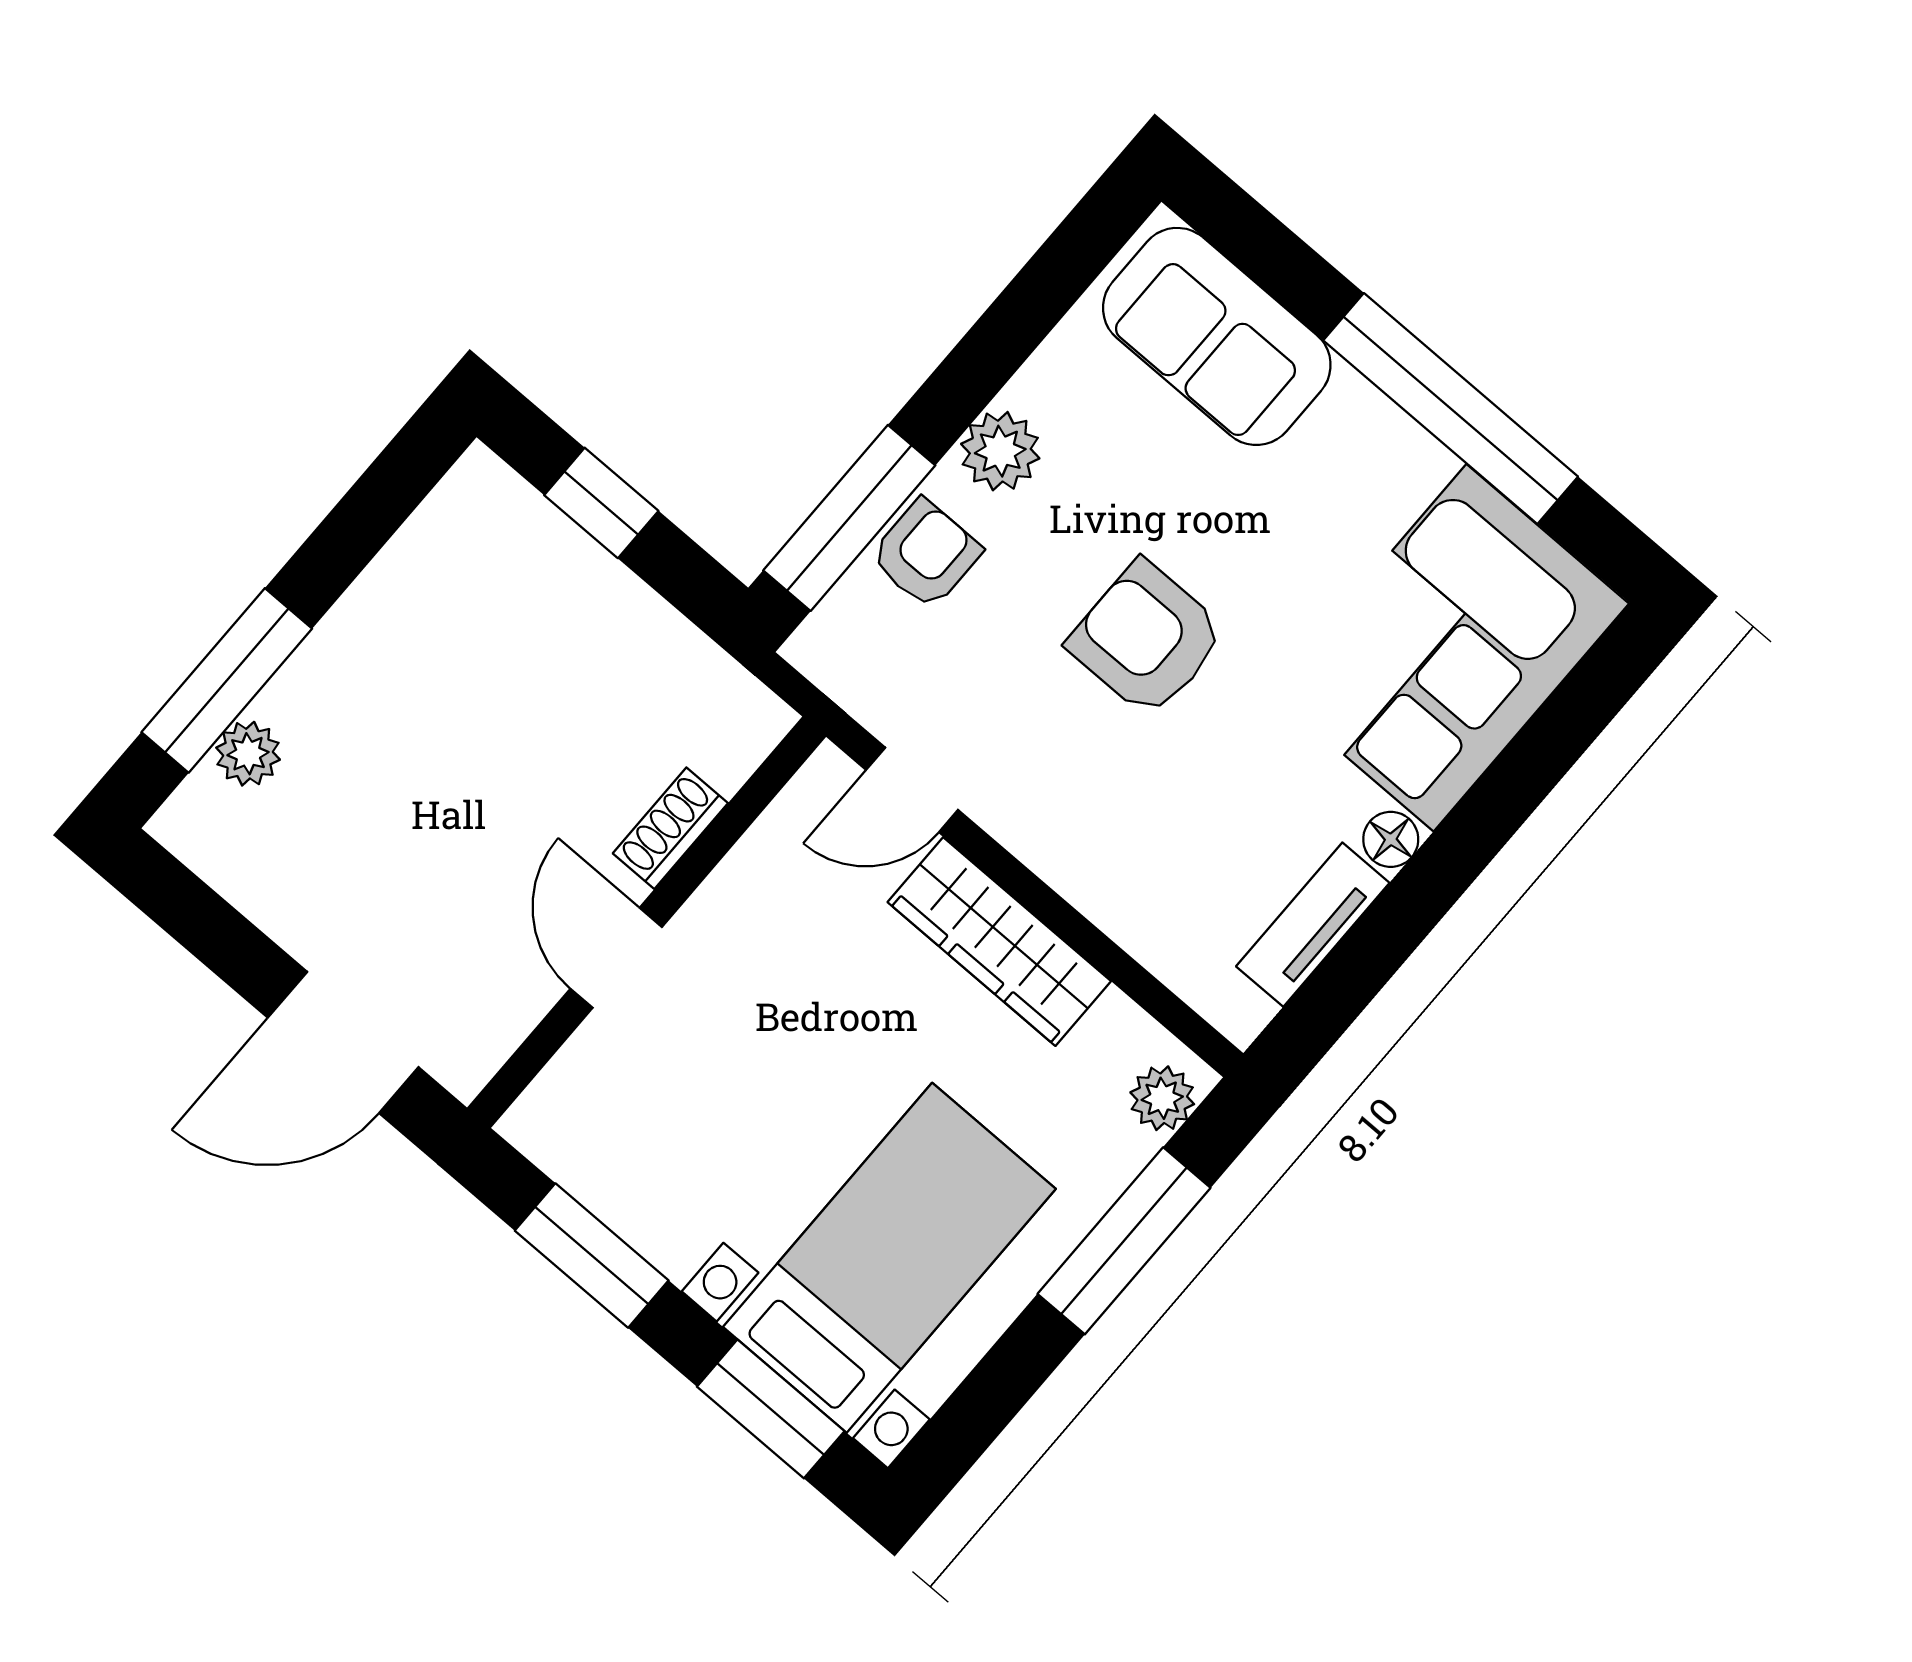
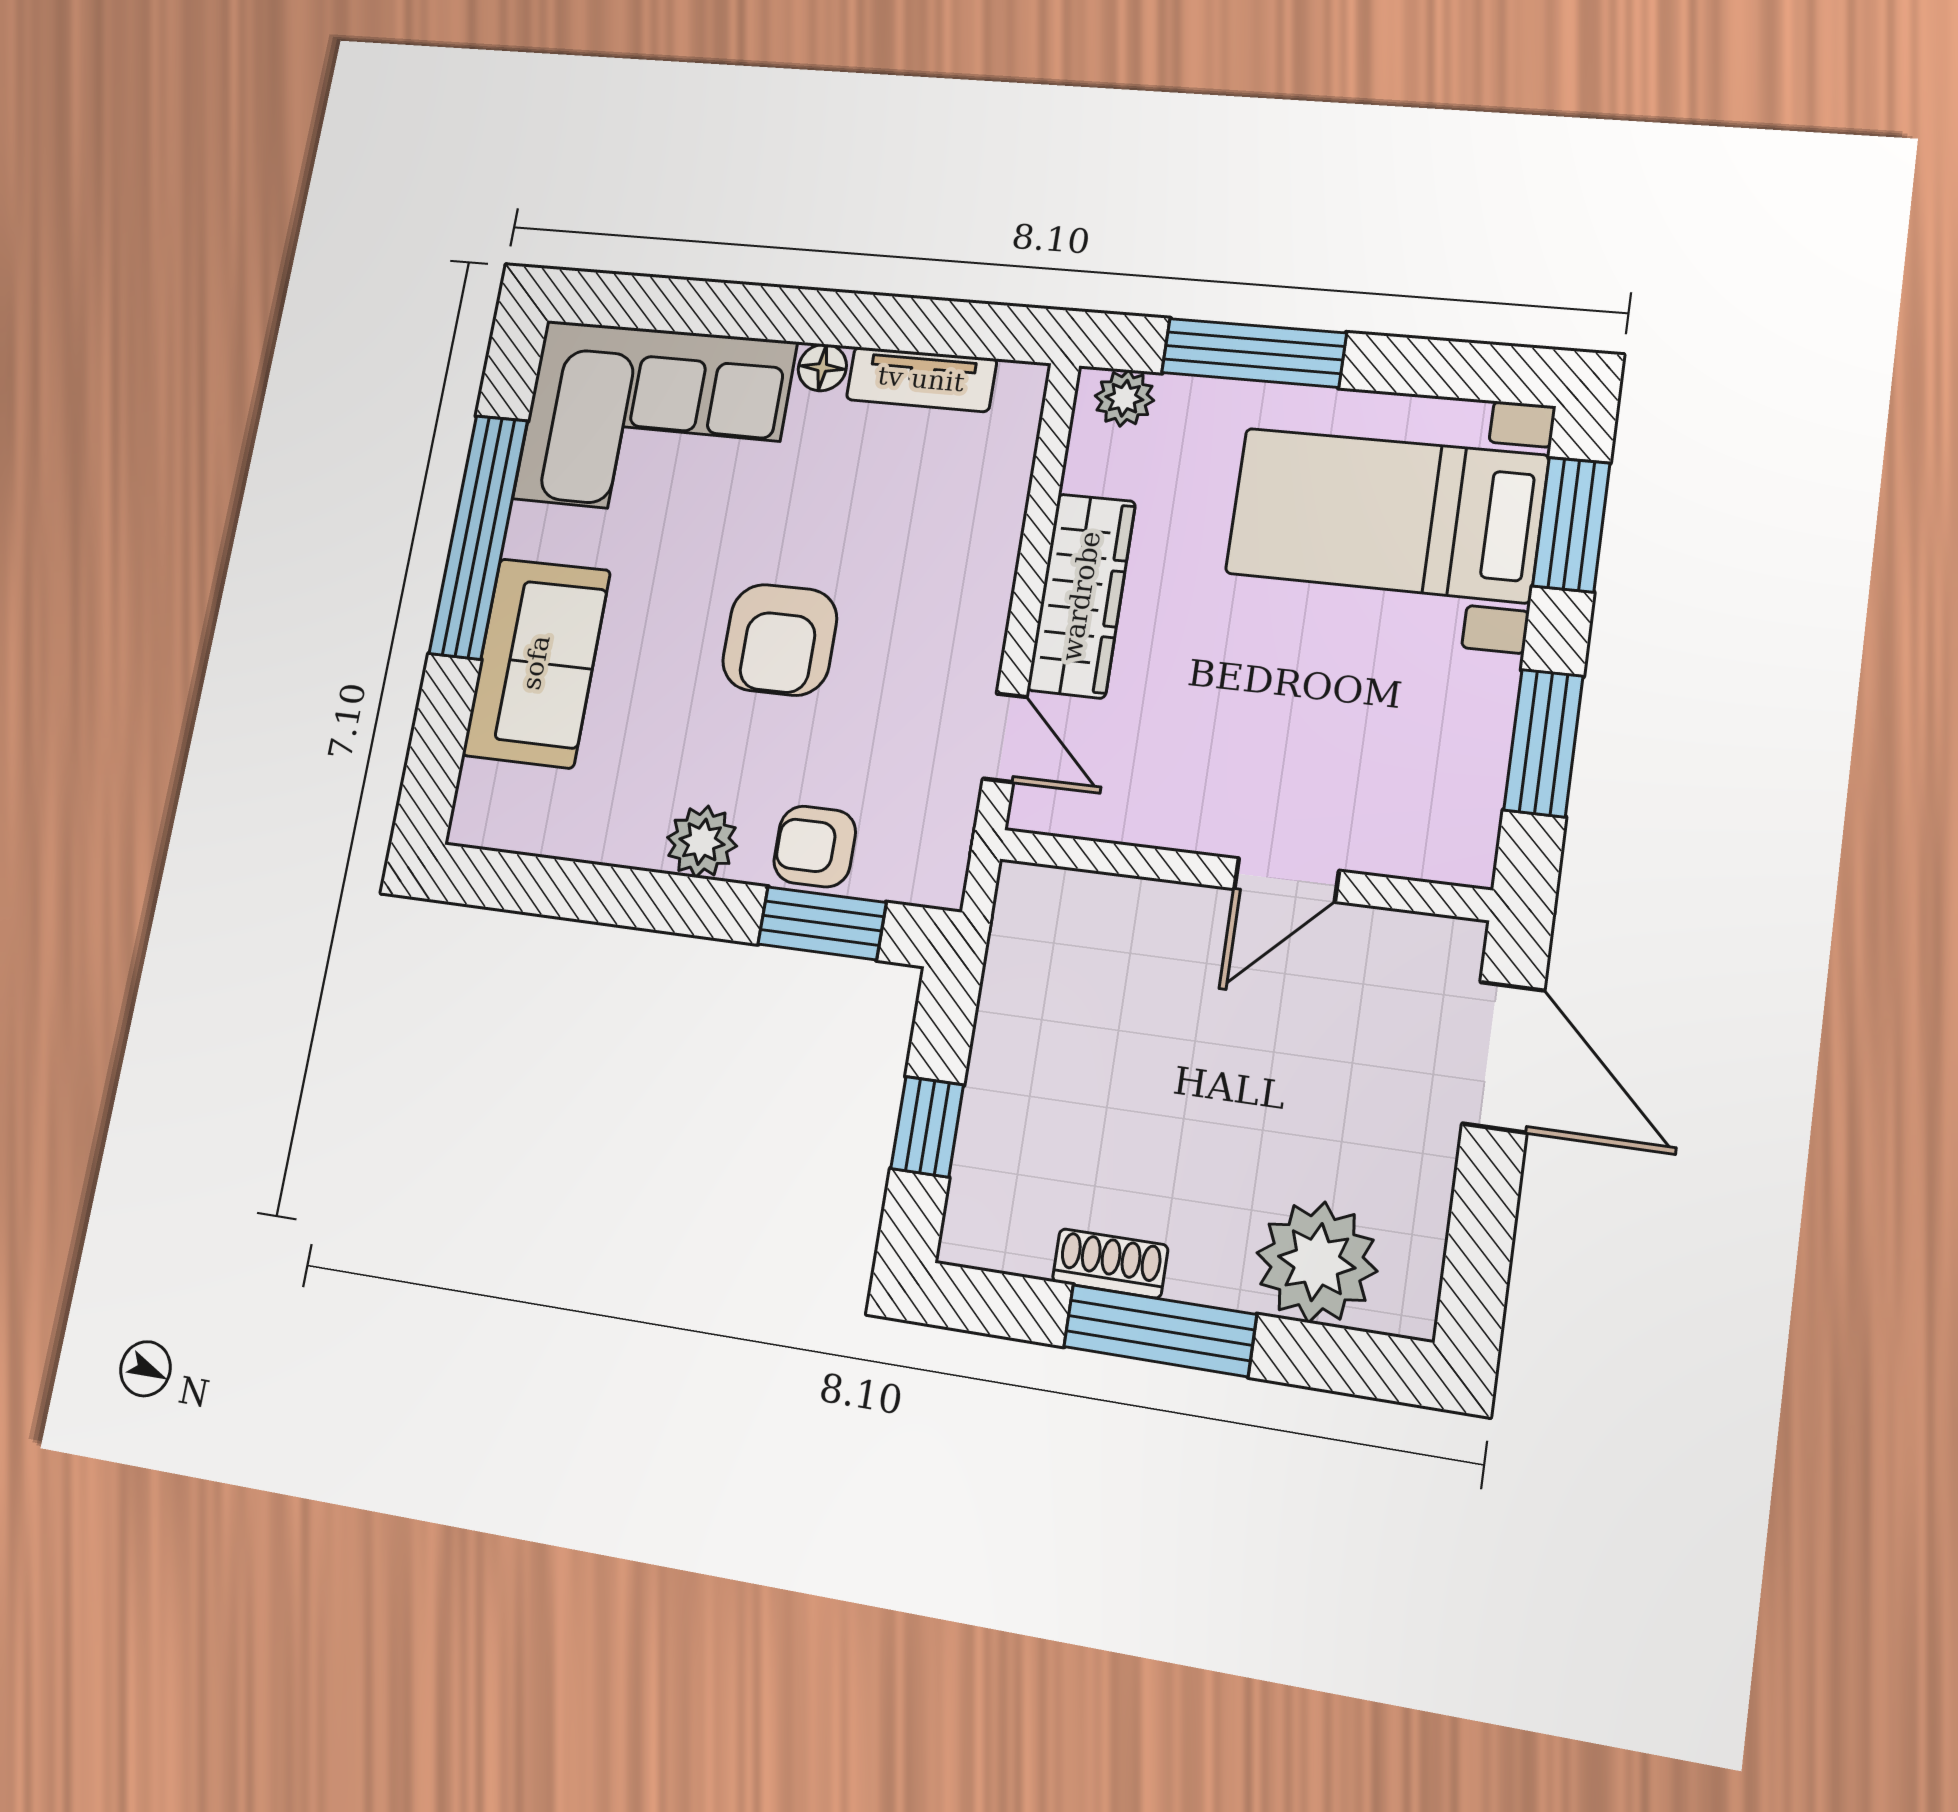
sofa: (1217, 336) -> (536, 663), moved
window: (849, 518) -> (822, 923), width x0.69
window: (227, 680) -> (1160, 1331), moved
plant: (248, 754) -> (1317, 1262), width x1.87, depth x1.87
shoe rack: (670, 828) -> (1110, 1263), moved, turned 180

